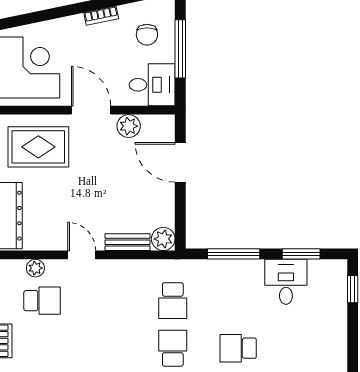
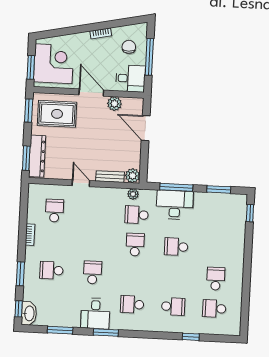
chair: (147, 35) -> (129, 47), turned 180
plant: (35, 268) -> (133, 194), moved
desk: (286, 282) -> (175, 205), moved, width x1.37
school desk: (42, 301) -> (54, 211), turned -90
school desk: (173, 301) -> (137, 215), turned 90

